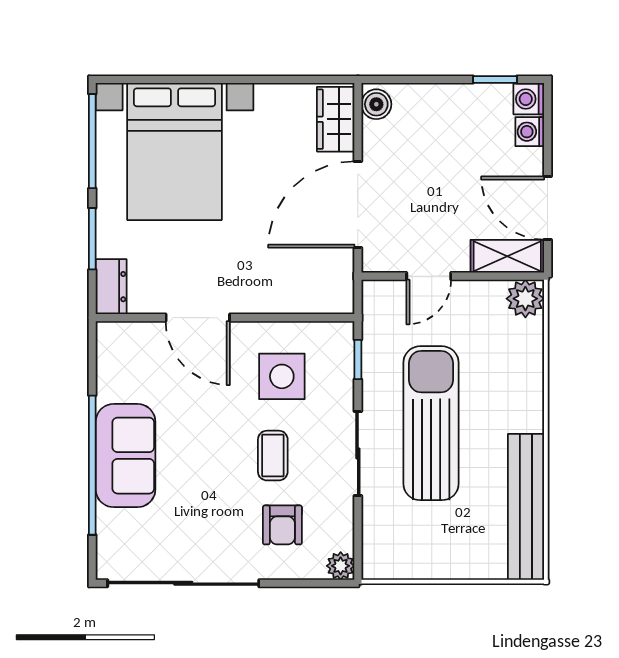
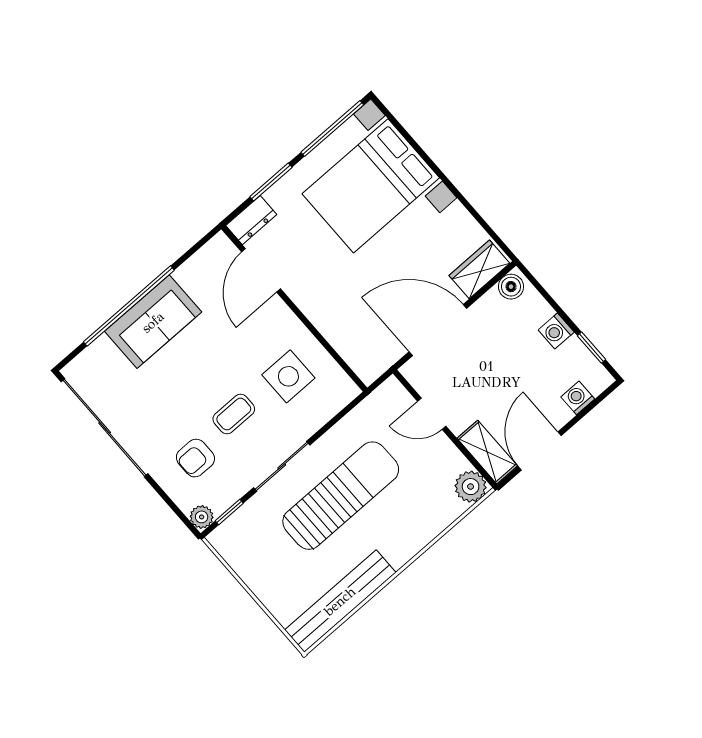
washing machine: (529, 99) -> (556, 331), moved, turned -90
door: (198, 318) -> (261, 270), moved
window: (358, 360) -> (229, 512), moved

